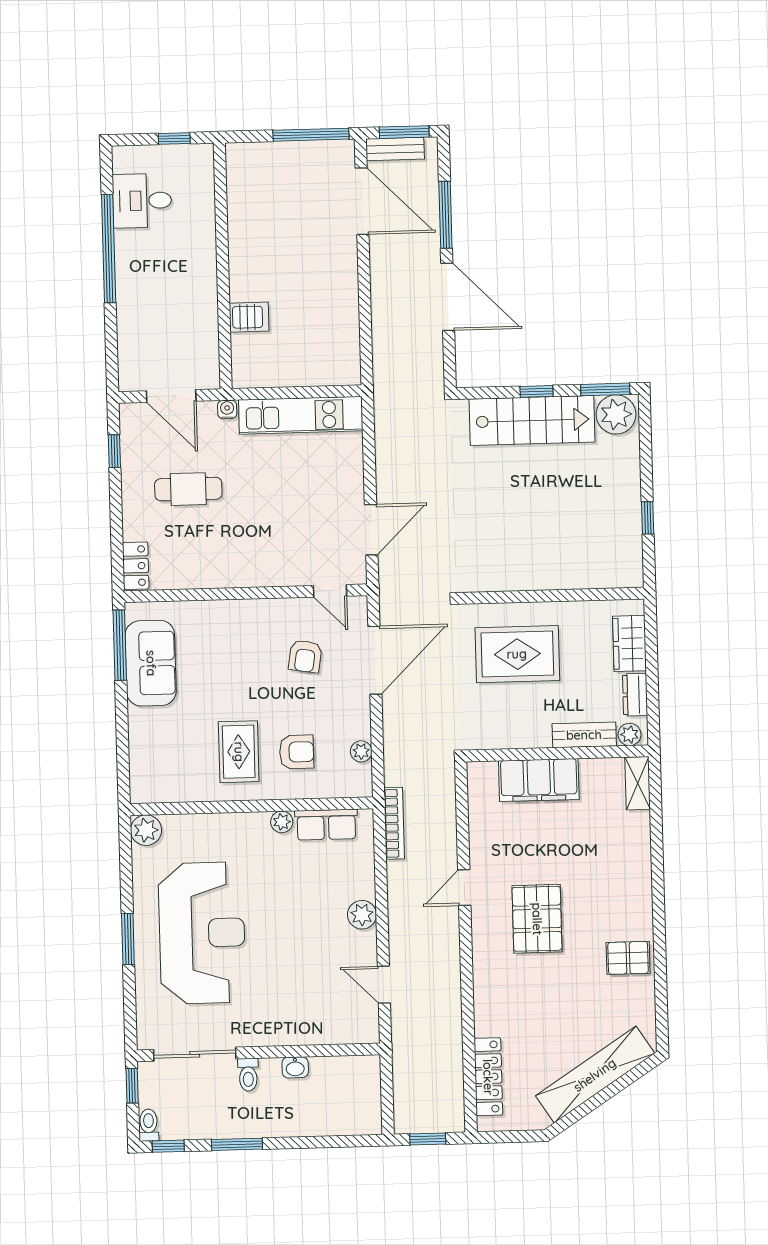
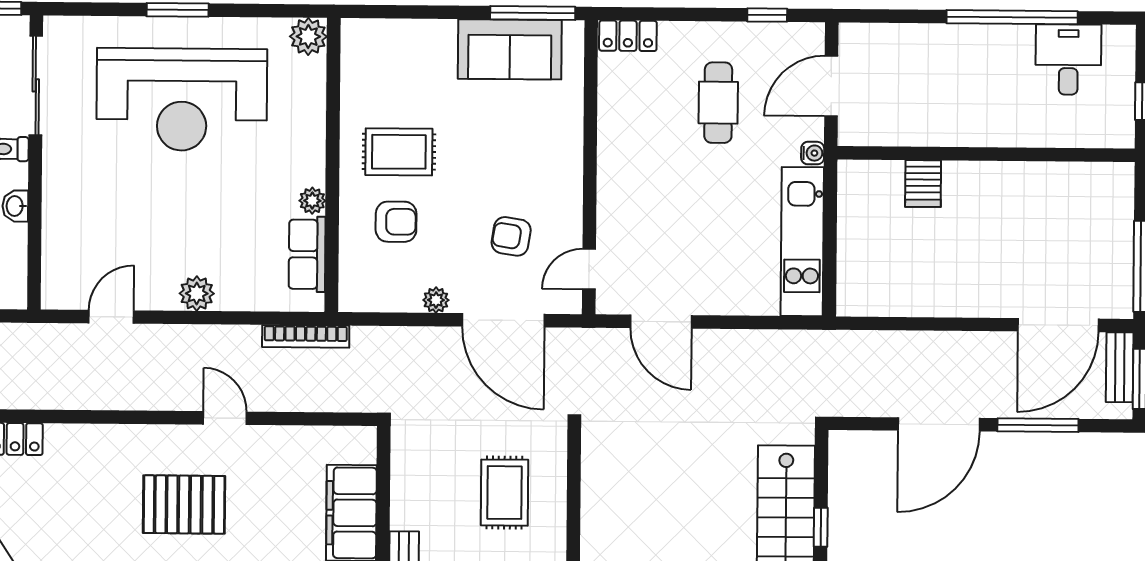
rug: (517, 654) -> (504, 493), width x0.73, depth x0.70
plant: (361, 751) -> (436, 300), moved
armchair: (297, 752) -> (396, 222), turned -90

